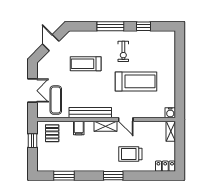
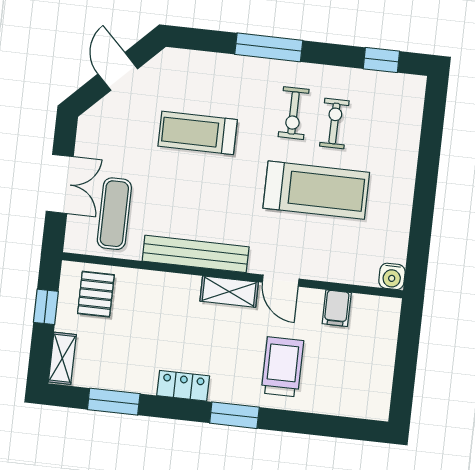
window: (143, 26) -> (381, 60), moved
exercise bike: (140, 54) -> (334, 123), added
filing cabinet: (79, 128) -> (337, 308), moved
shelving: (171, 131) -> (62, 358), moved
trolley: (130, 154) -> (282, 367), turned 90
locker: (165, 166) -> (183, 386), moved

